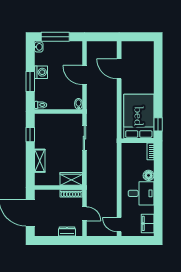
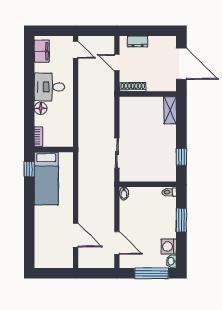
washing machine: (41, 72) -> (169, 246), moved
door: (84, 75) -> (117, 243), moved
bed: (139, 116) -> (46, 178), width x0.67
shelving: (40, 161) -> (170, 110), moved
wardrobe: (71, 179) -> (133, 104), removed

